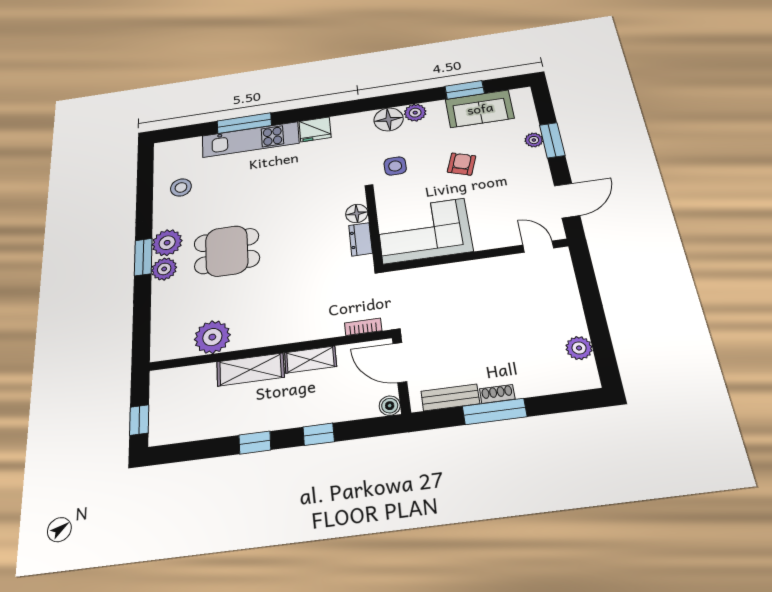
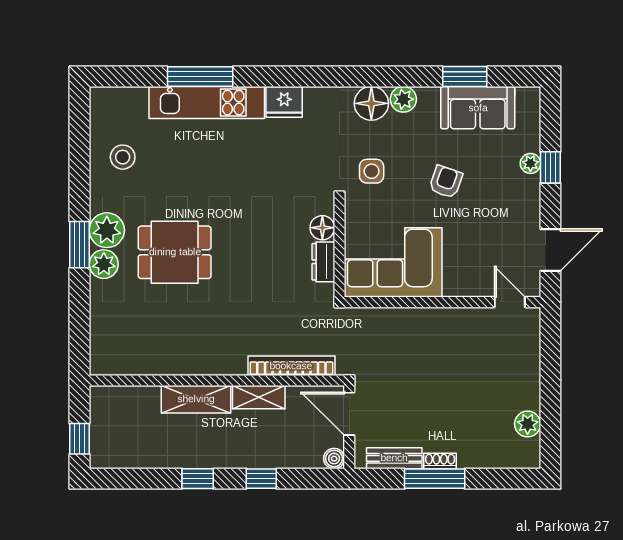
window: (552, 140) -> (550, 167), width x0.67
bookcase: (363, 327) -> (291, 366), width x2.31, depth x1.31
plant: (212, 337) -> (157, 356), removed

